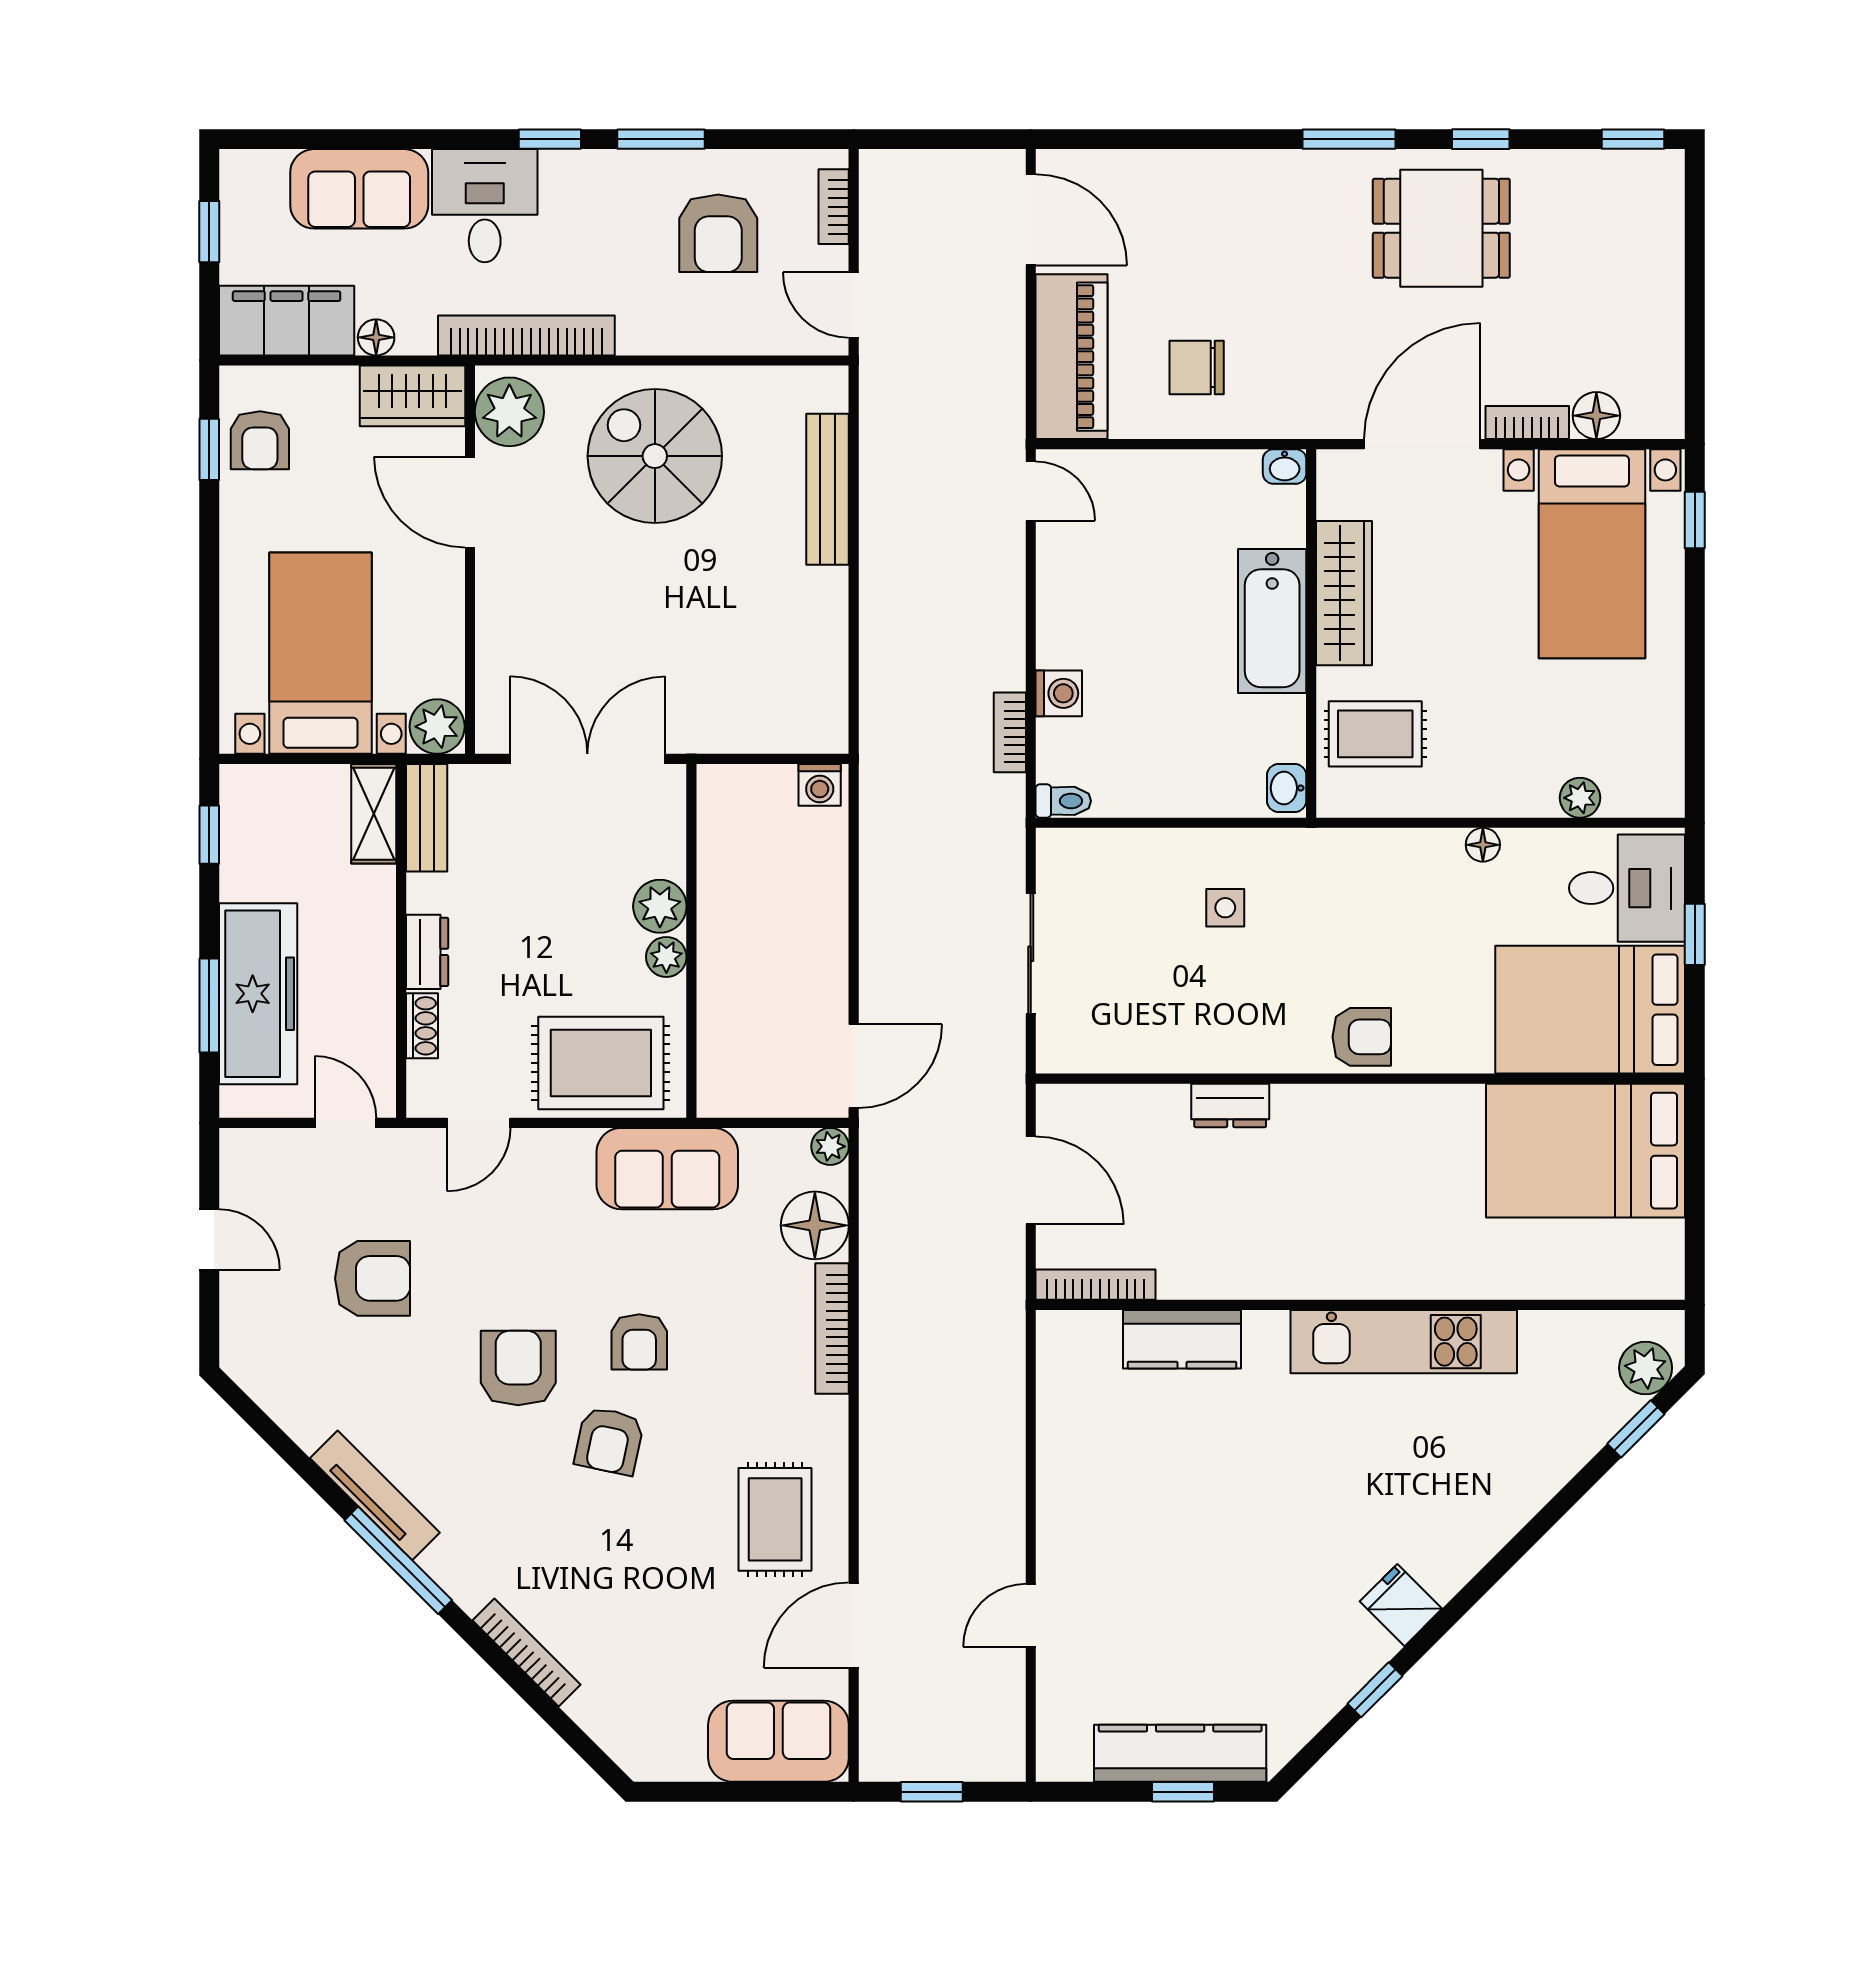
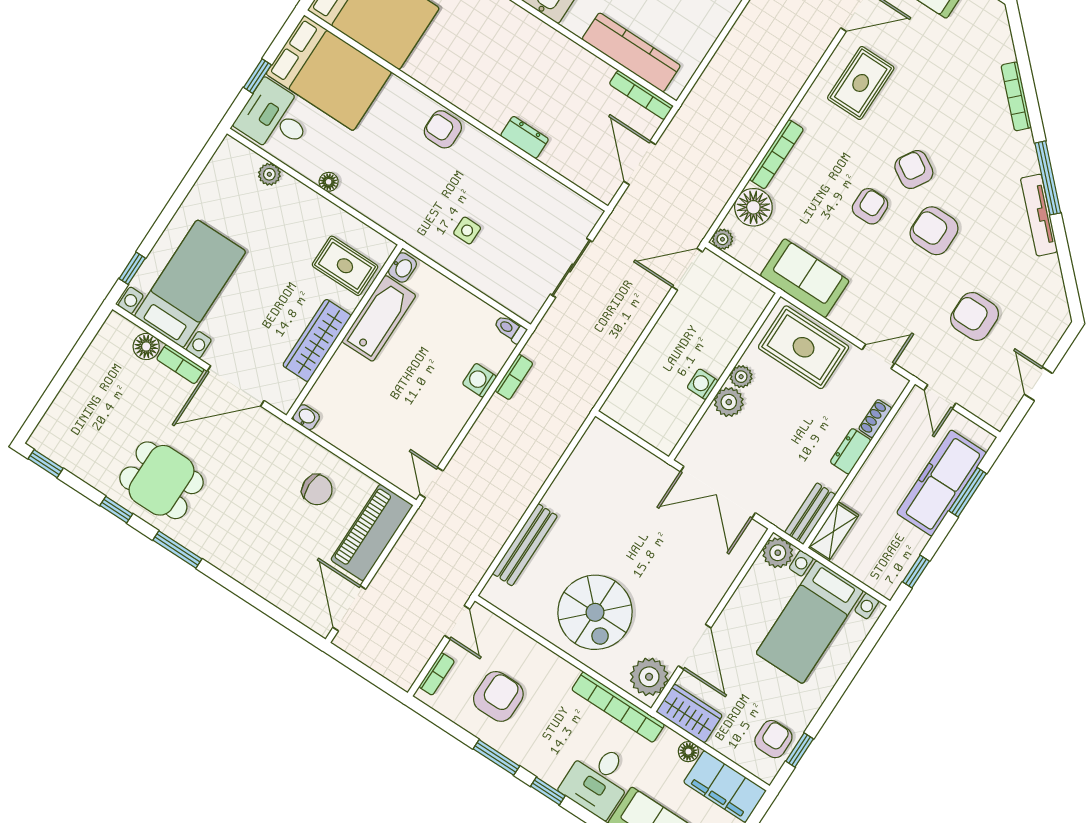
bathtub: (1272, 621) -> (379, 318), moved
washing machine: (820, 785) -> (702, 384), moved, turned -90
kitchen counter: (1182, 1339) -> (631, 52), width x1.50
armchair: (518, 1368) -> (934, 231), turned 90
armchair: (609, 1441) -> (914, 170), turned -71

